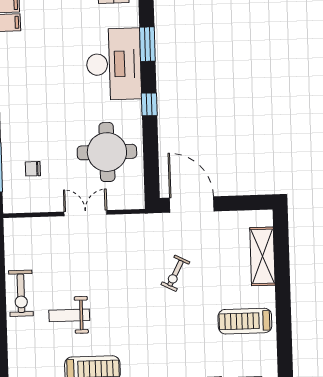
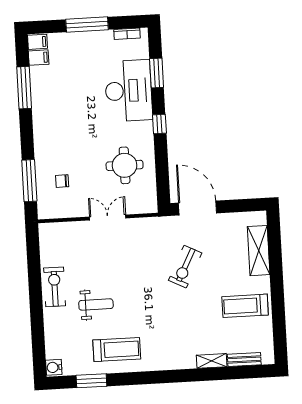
round table: (107, 152) -> (125, 165), width x0.73, depth x0.73
exercise bike: (175, 273) -> (185, 267), width x1.38, depth x1.39
exercise bike: (21, 293) -> (55, 287), turned 180
weight bench: (69, 315) -> (96, 304), turned 180

